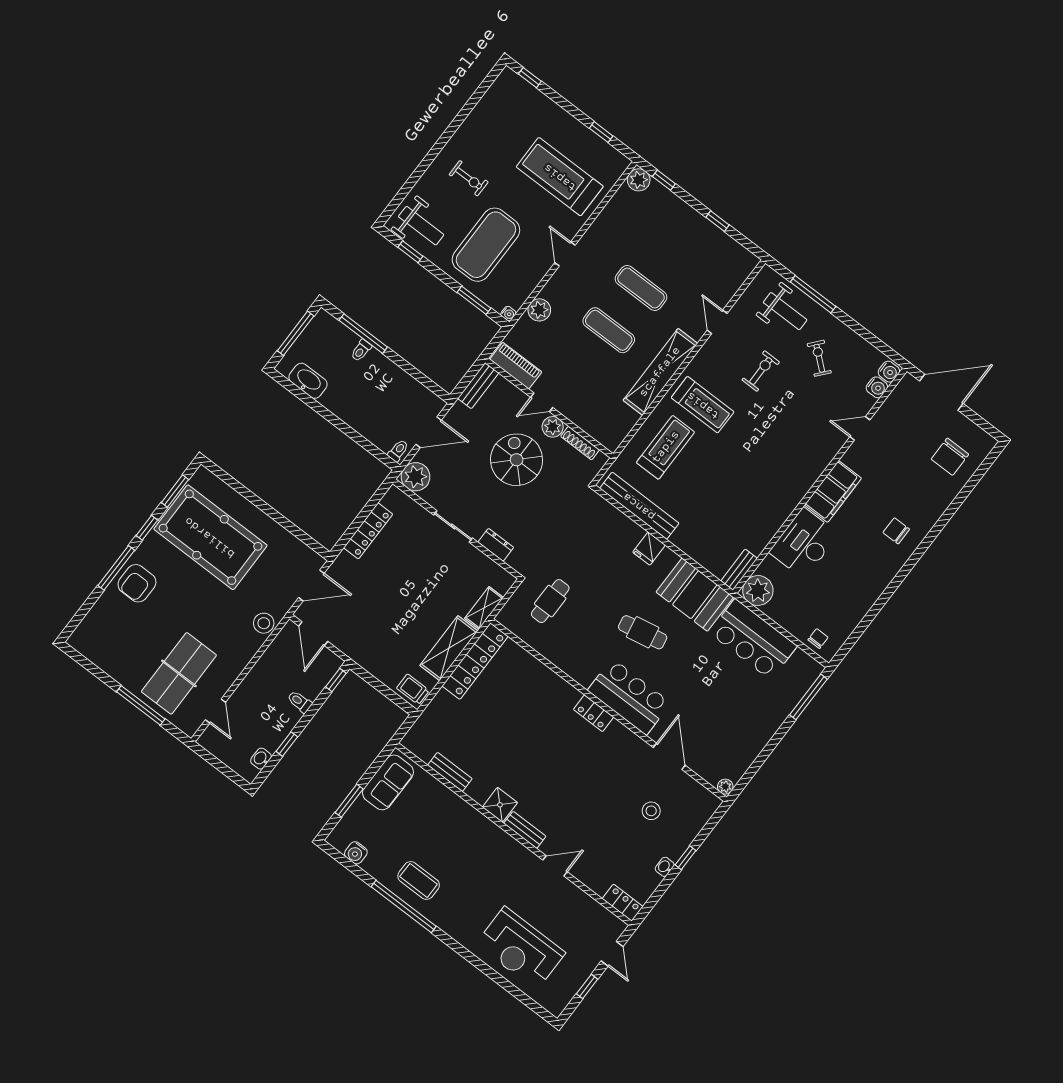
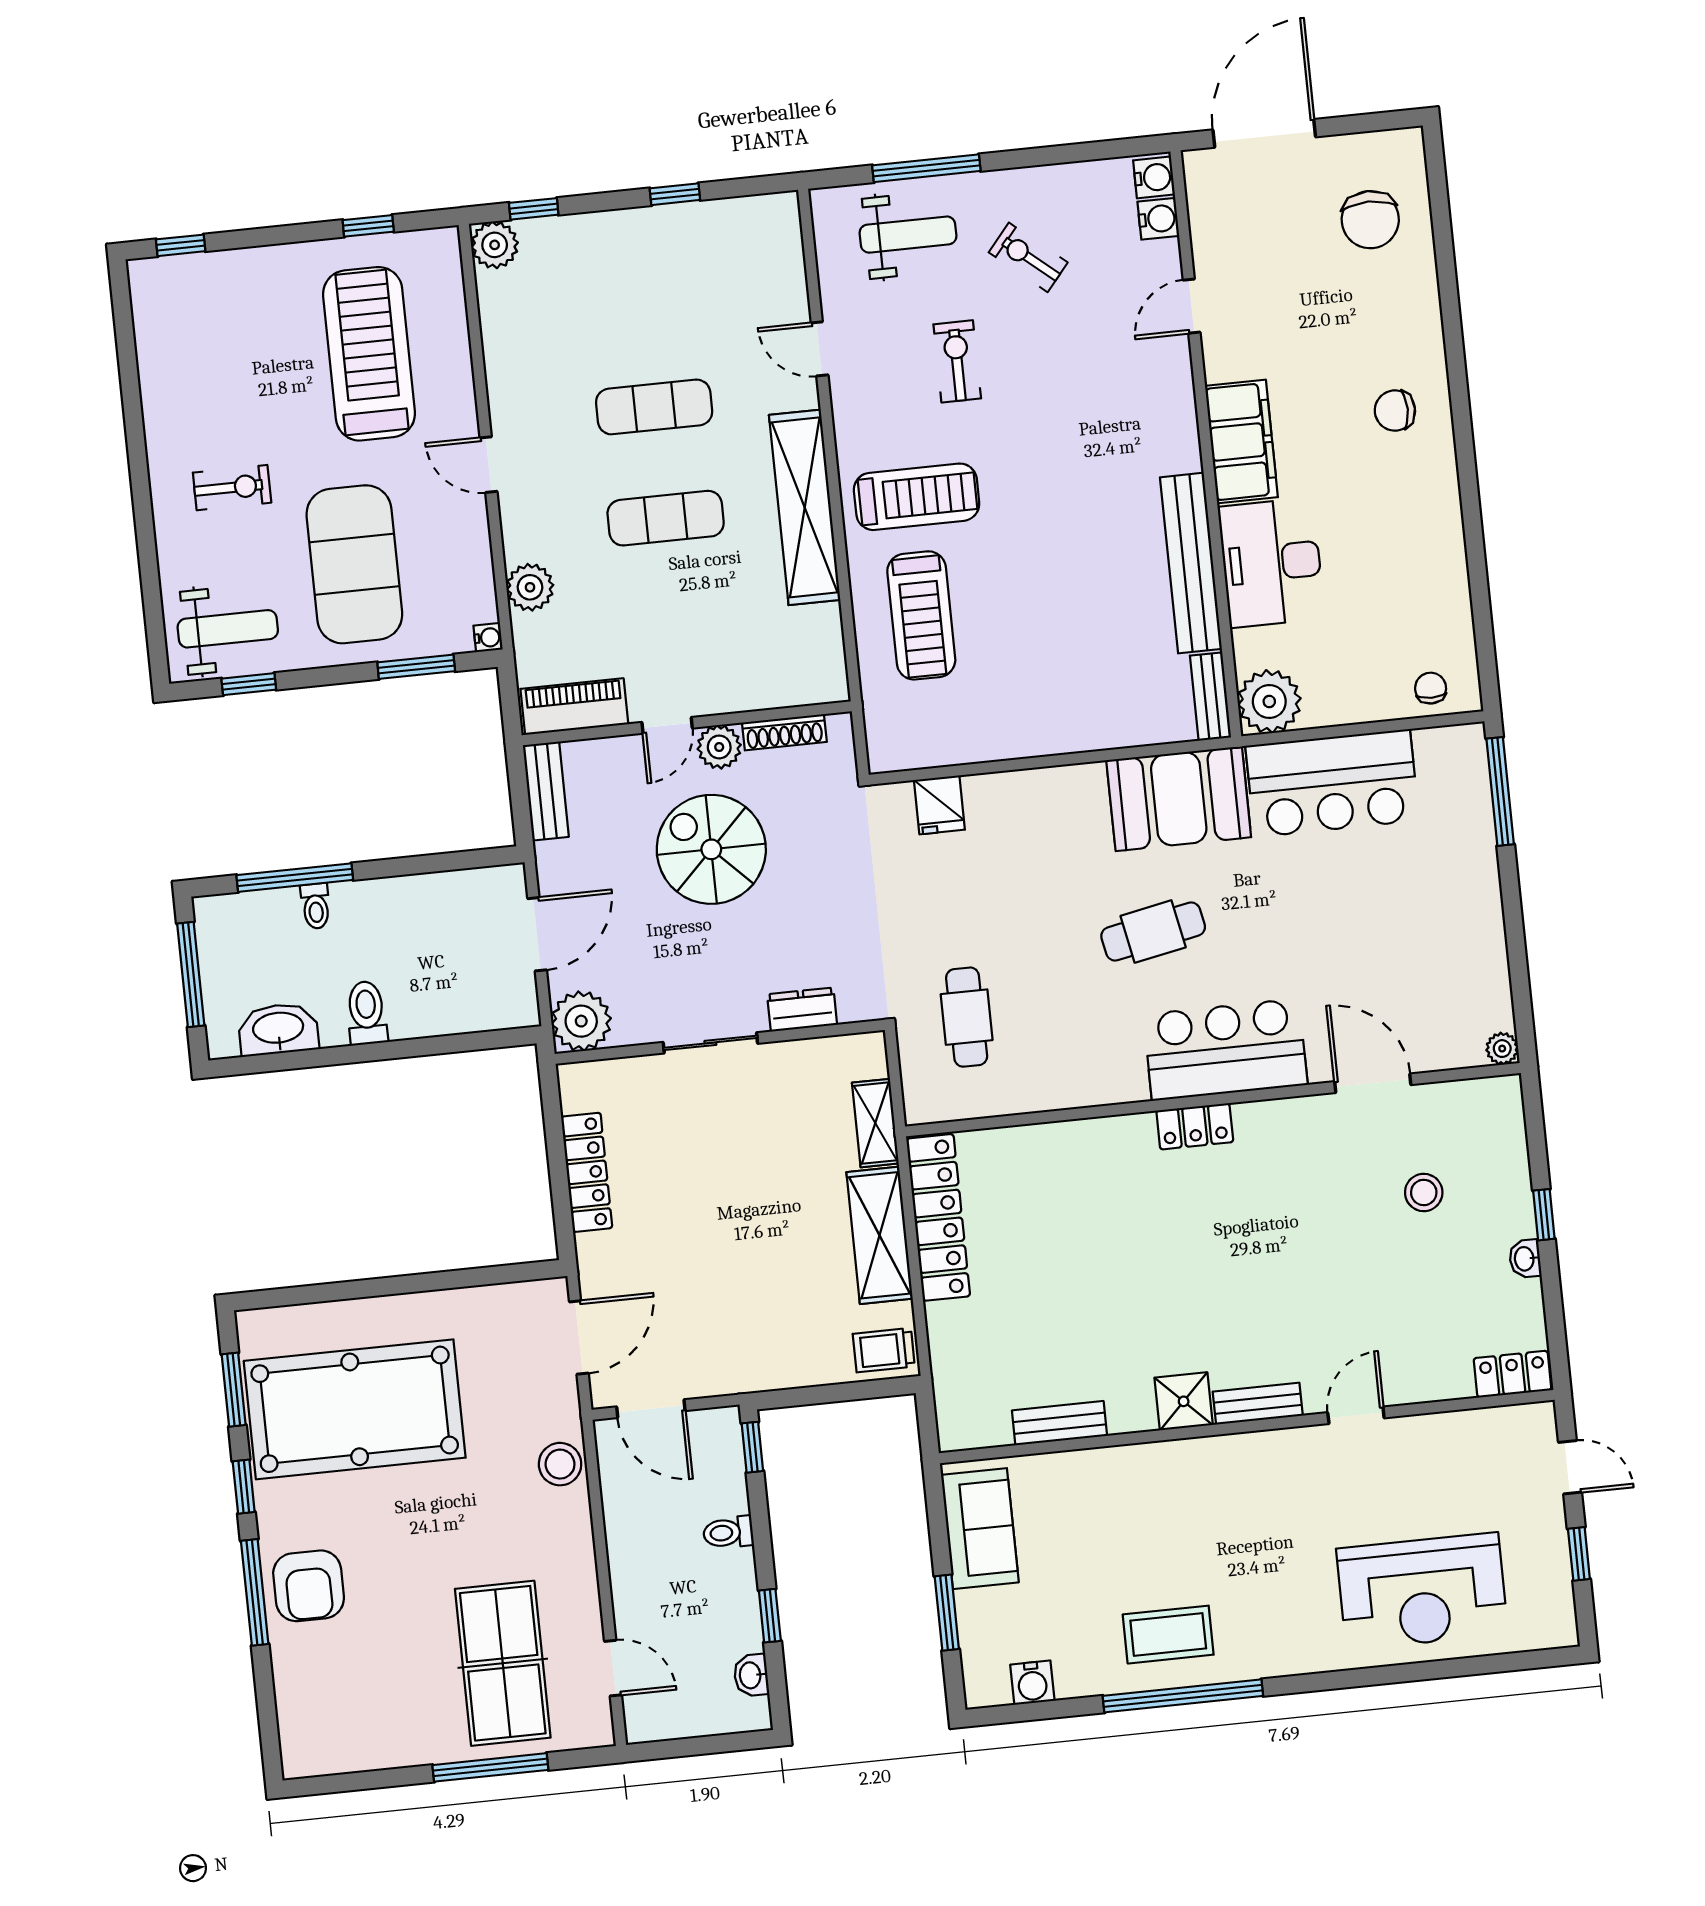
treadmill: (560, 177) -> (369, 354), turned 90
treadmill: (666, 447) -> (921, 615), turned 180
toilet: (398, 451) -> (367, 1013), moved, width x1.37, depth x1.39
bench: (639, 506) -> (1191, 563), moved, turned 90
fridge: (649, 549) -> (939, 805), moved

